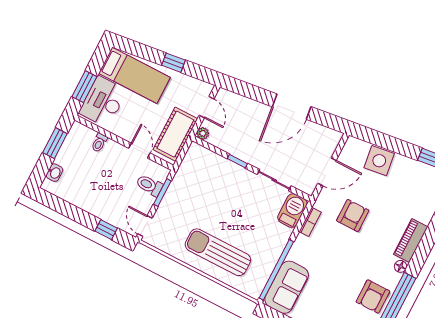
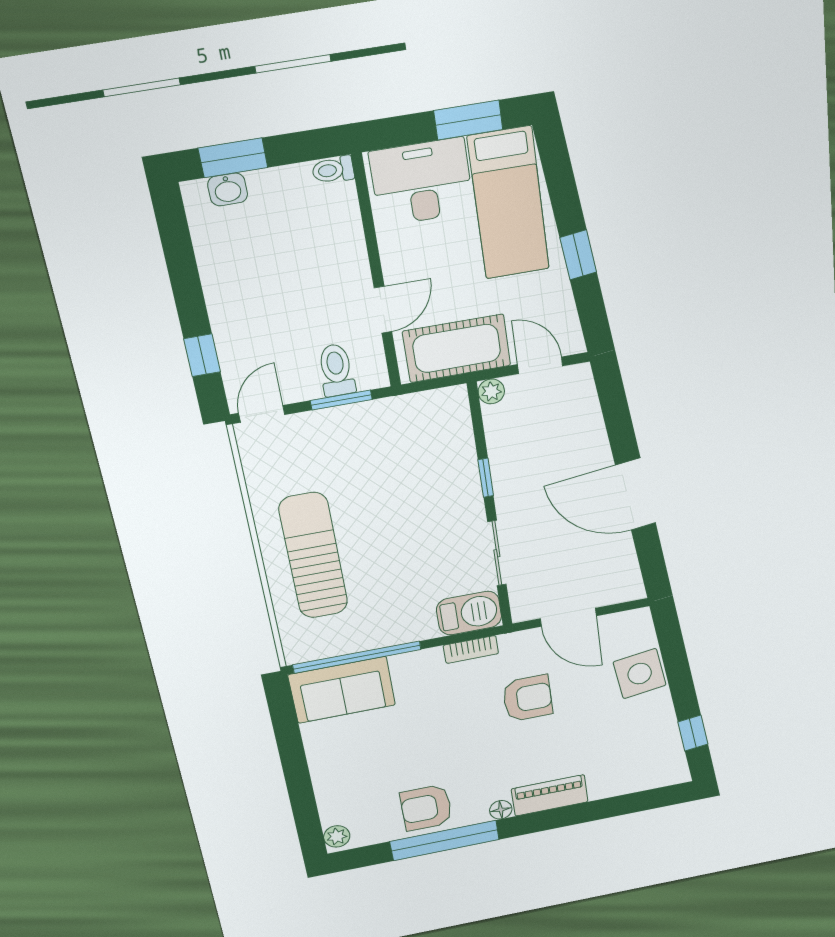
window: (84, 87) -> (468, 120), moved
door: (207, 107) -> (540, 365), swing flipped
window: (55, 143) -> (233, 158), moved
toilet: (99, 143) -> (333, 170), moved

